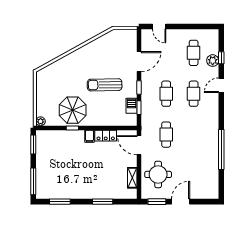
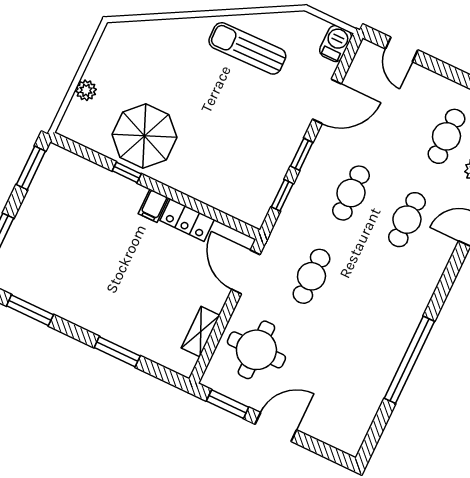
sun lounger: (105, 85) -> (247, 48), moved
barbecue: (132, 106) -> (336, 44), moved
plant: (41, 121) -> (86, 90), moved

